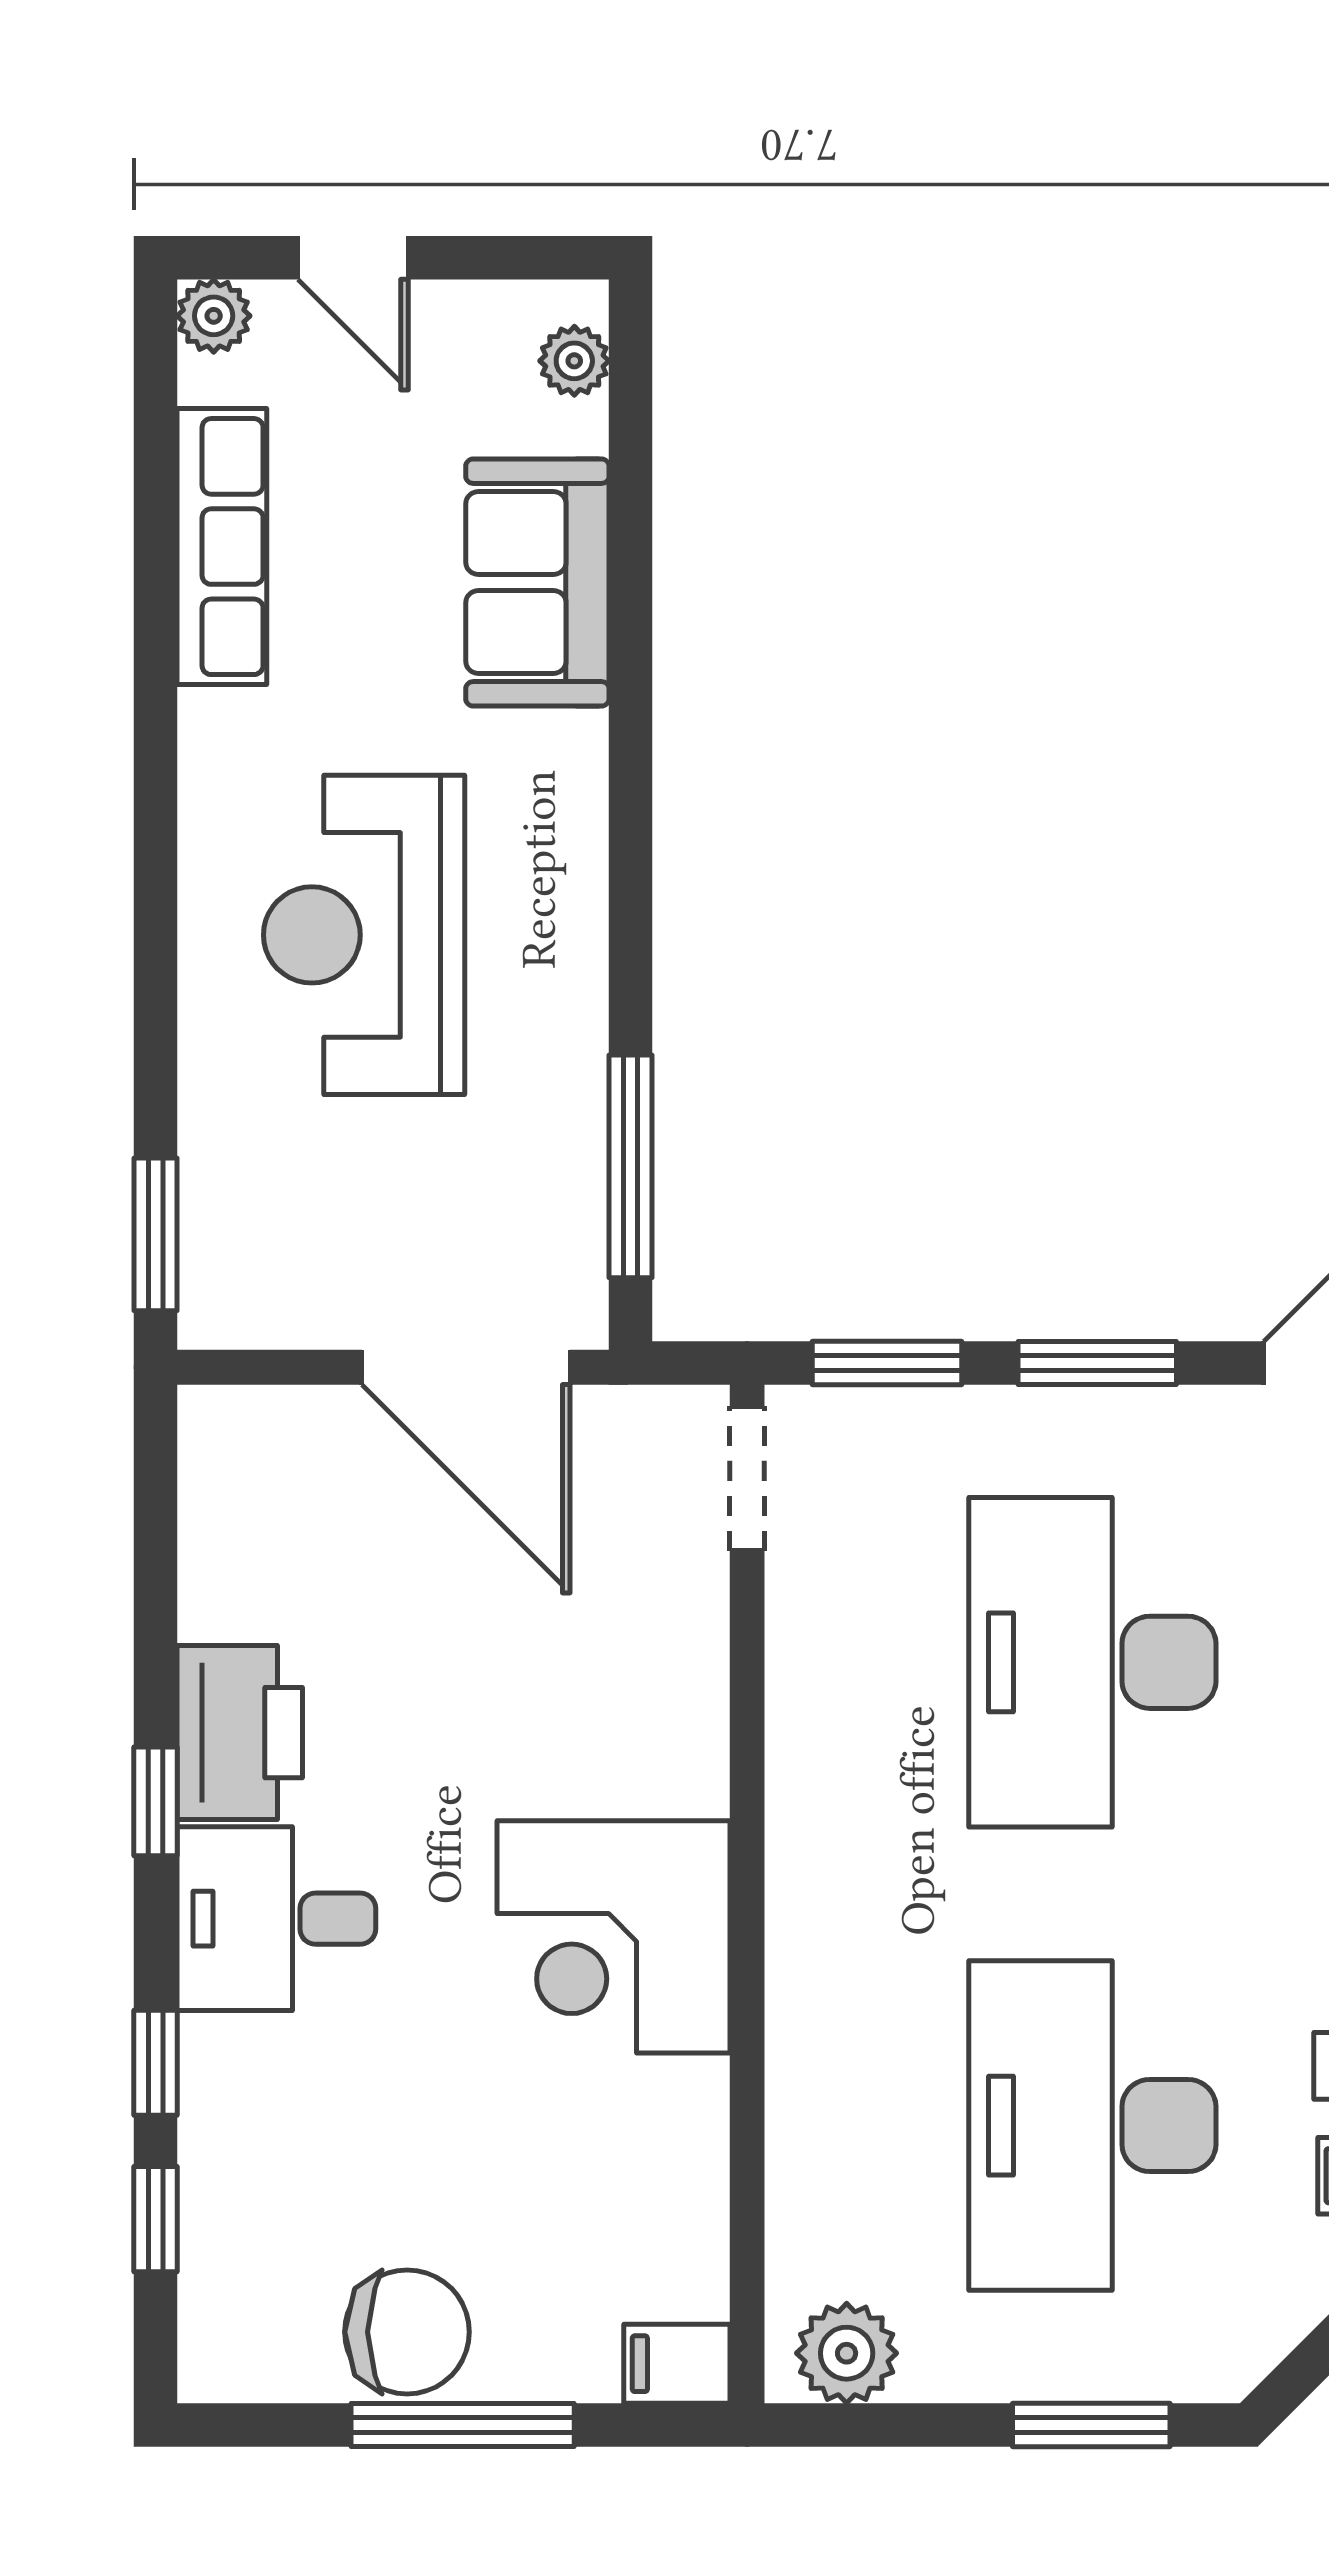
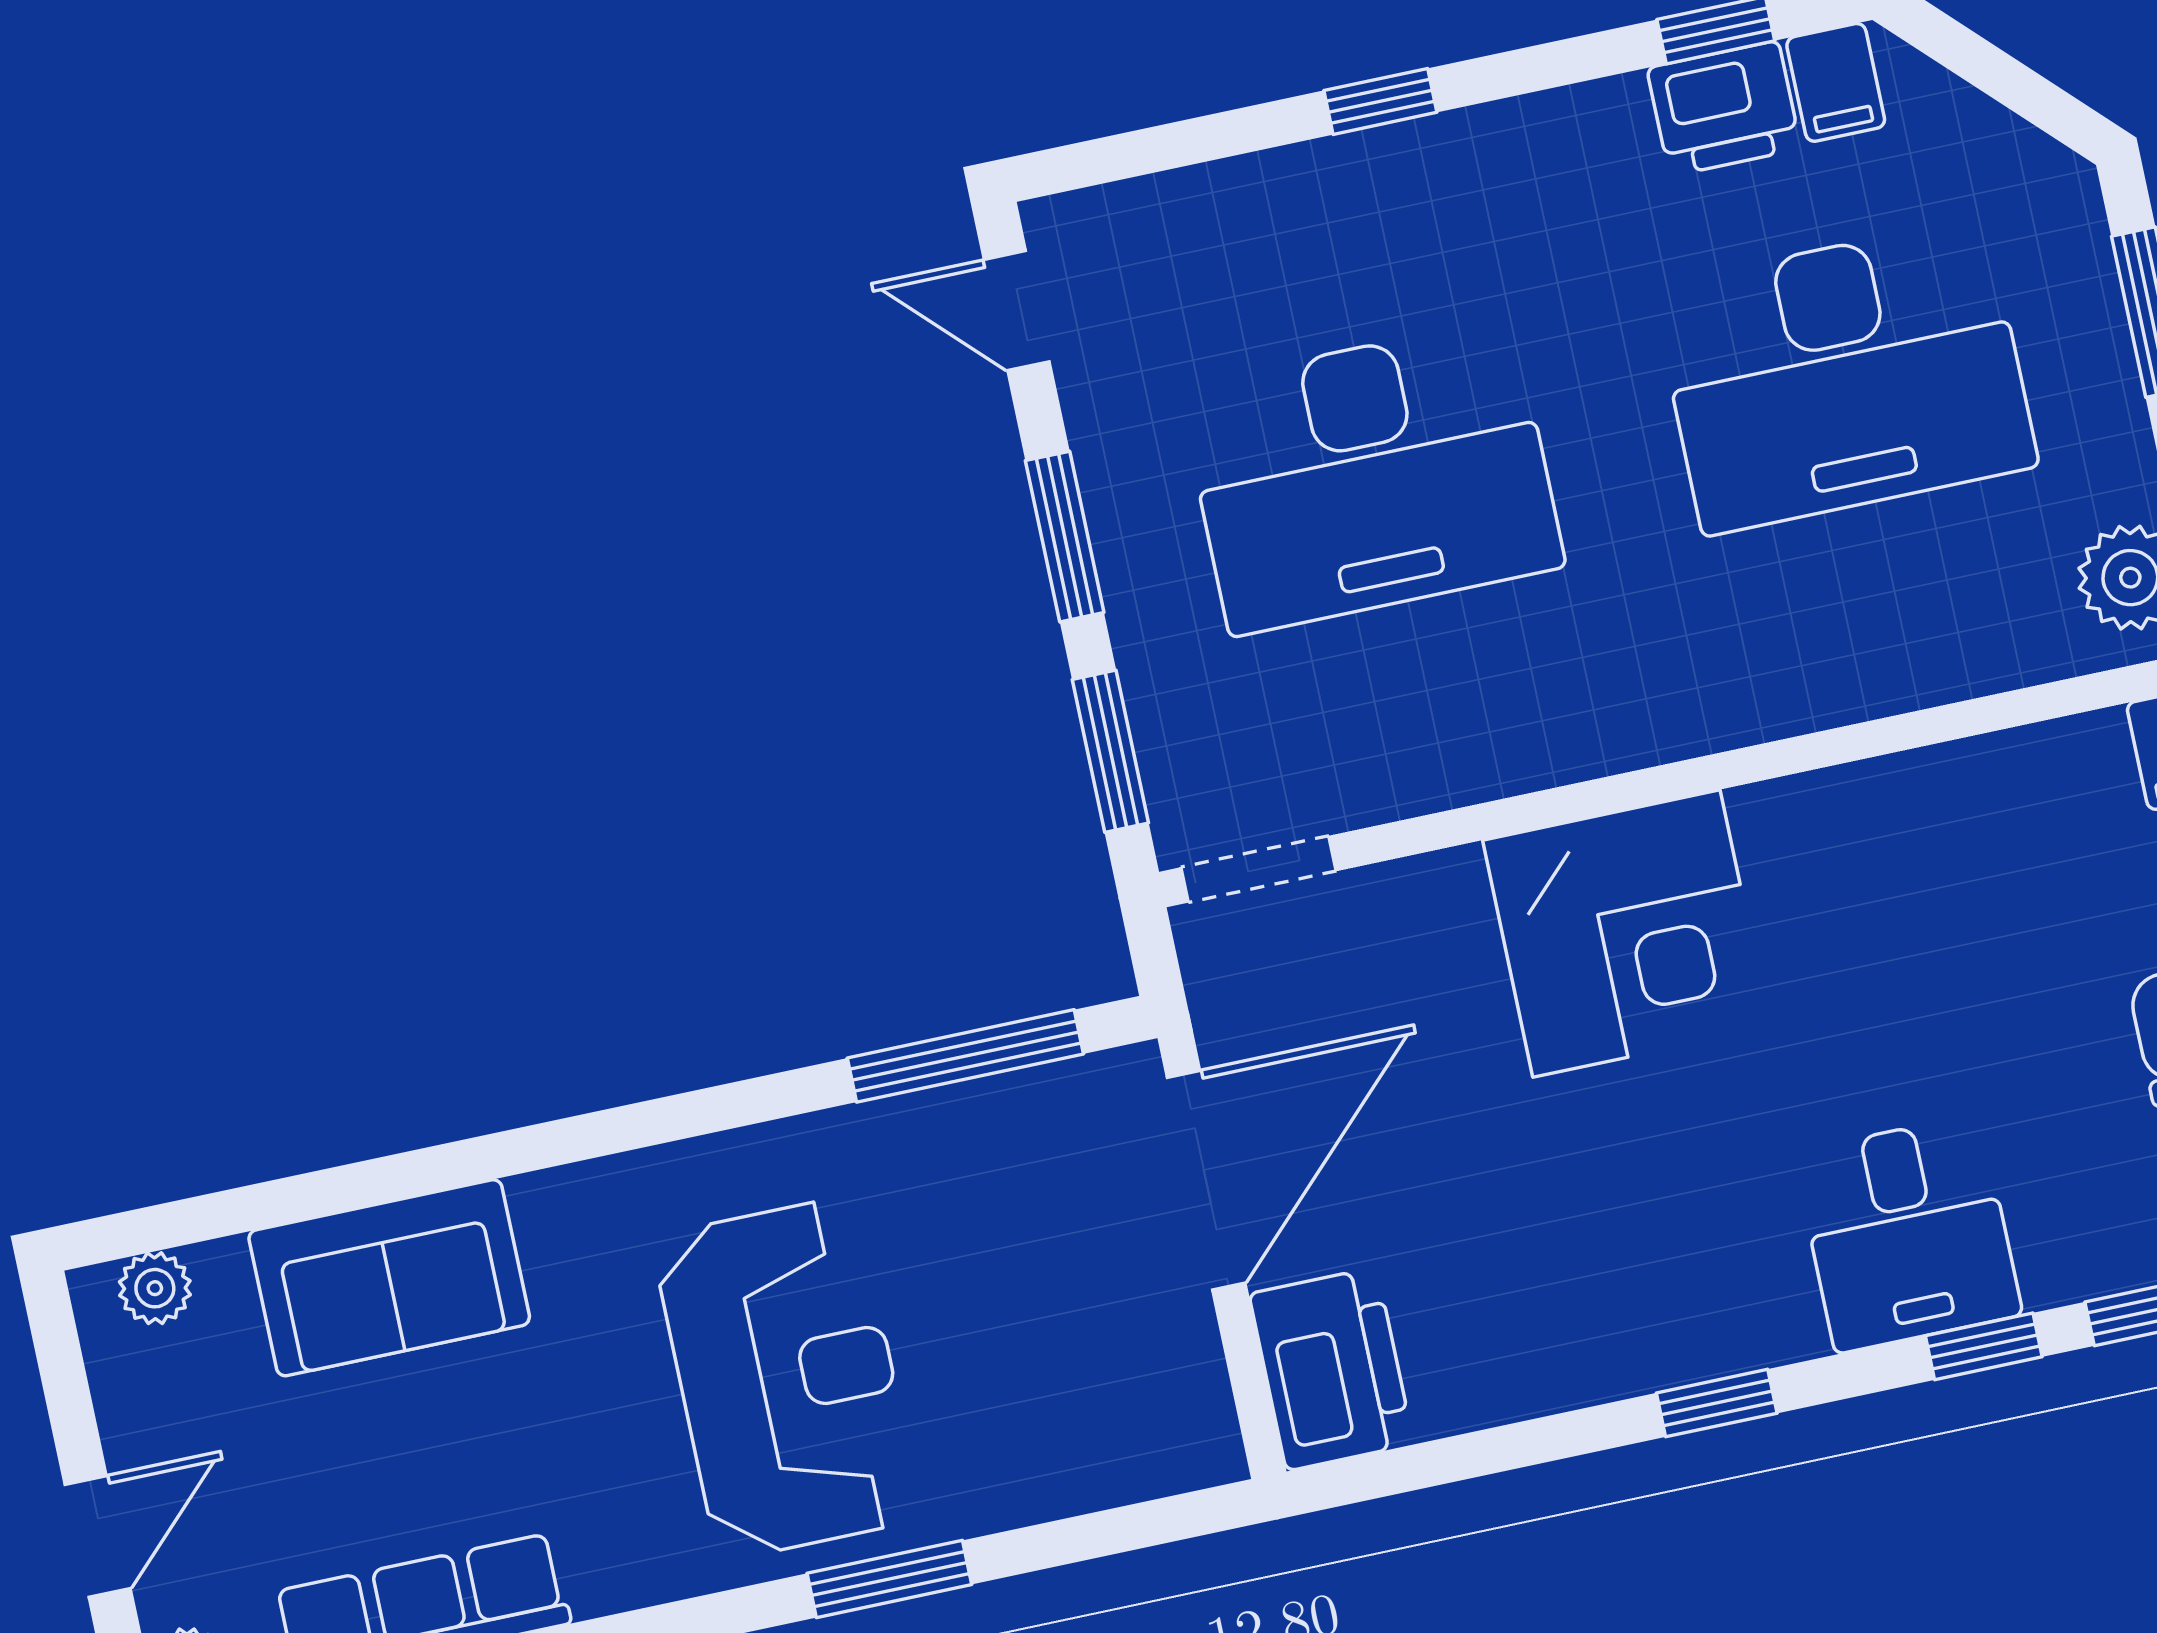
reception desk: (364, 935) -> (787, 1378), turned -90
window: (156, 1234) -> (889, 1579), moved
printer: (240, 1733) -> (1331, 1369), moved, turned 90
desk: (276, 1919) -> (1908, 1234), moved
corner desk: (613, 1937) -> (1626, 933), moved

